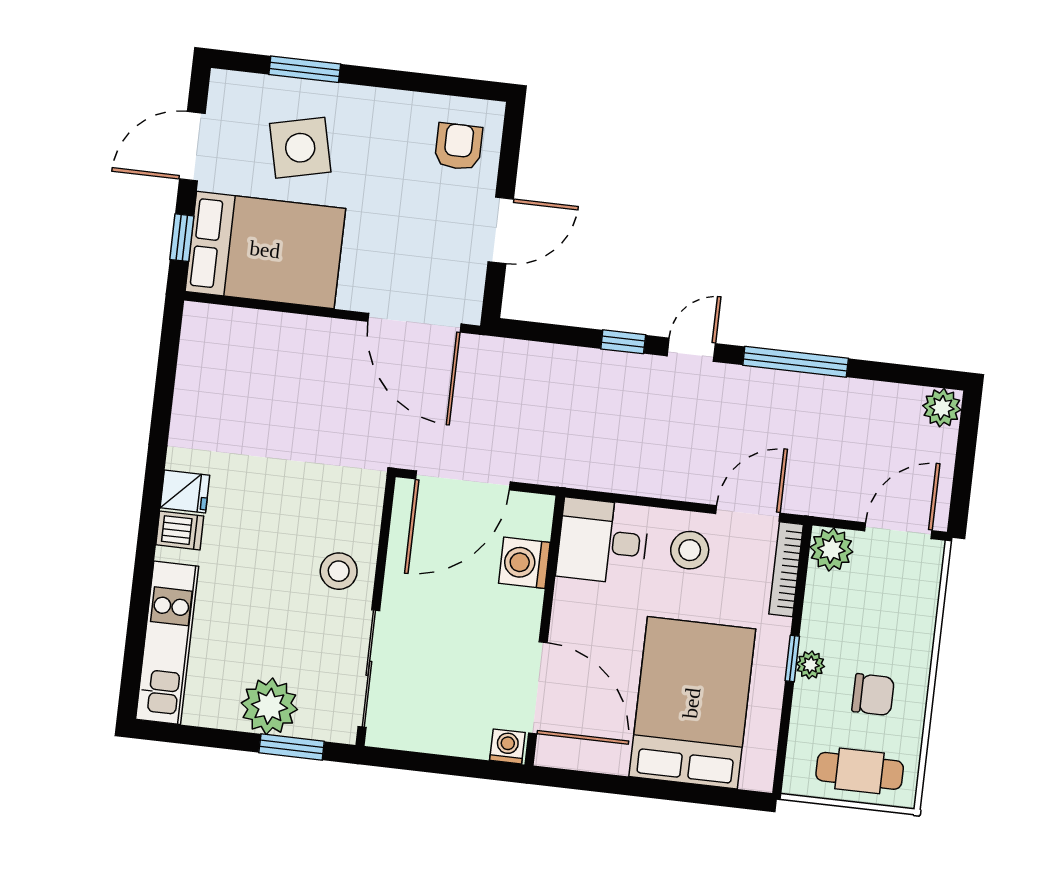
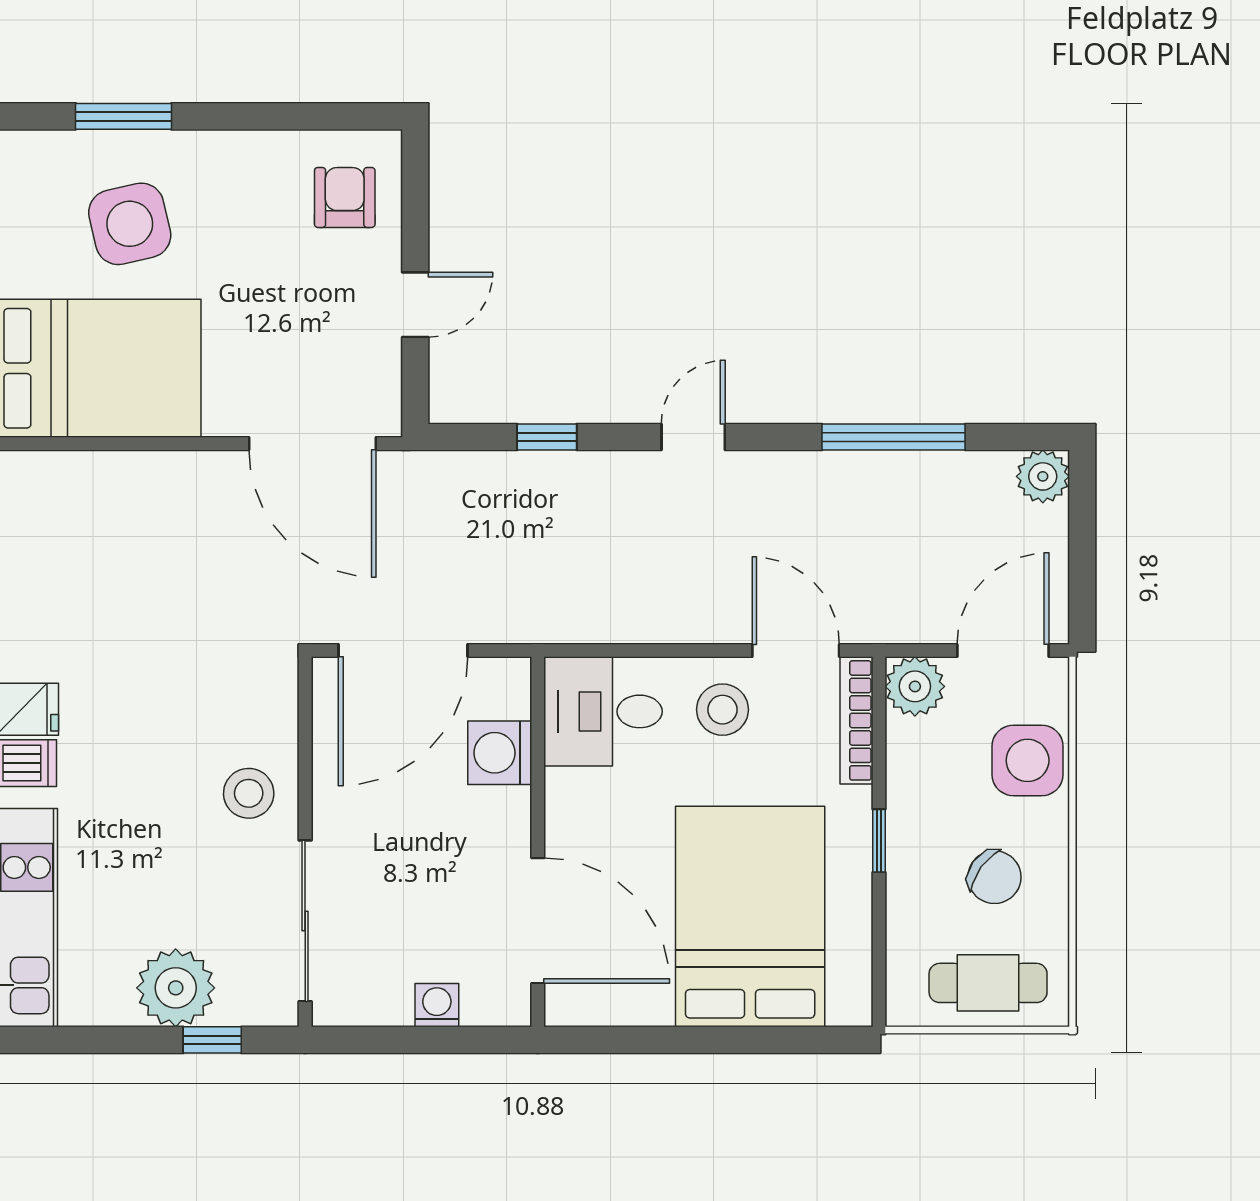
door: (501, 230) -> (415, 305), width x0.73
window: (623, 342) -> (547, 437), moved
window: (796, 362) -> (893, 437), moved
door: (748, 513) -> (796, 651), hinge flipped
side table: (907, 613) -> (1028, 760), added
plant: (810, 665) -> (905, 847), removed
chair: (873, 695) -> (994, 877), turned 36
washing machine: (507, 746) -> (437, 1005), moved
window: (292, 747) -> (212, 1040), width x0.67

